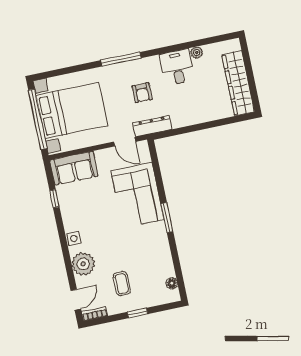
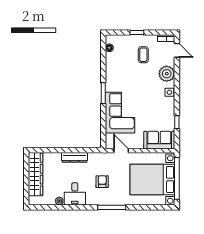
dresser: (152, 126) -> (75, 157), moved
door: (76, 300) -> (177, 50), swing flipped

